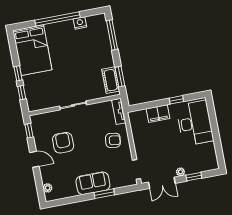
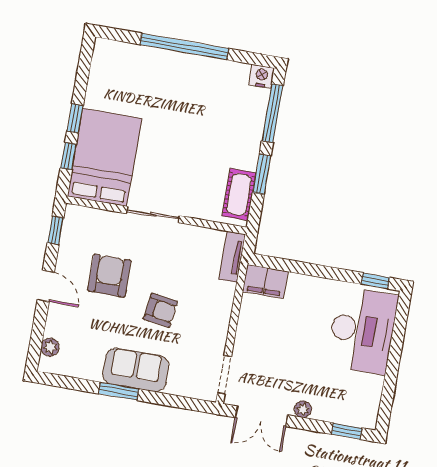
nightstand: (80, 23) -> (262, 76), moved
bed: (32, 50) -> (105, 157), moved, turned 180
window: (120, 77) -> (262, 174), moved
window: (176, 100) -> (375, 281), moved
filing cabinet: (158, 114) -> (265, 281), moved
armchair: (113, 140) -> (161, 310), moved
window: (194, 177) -> (347, 431), moved
window: (104, 194) -> (119, 391), moved

